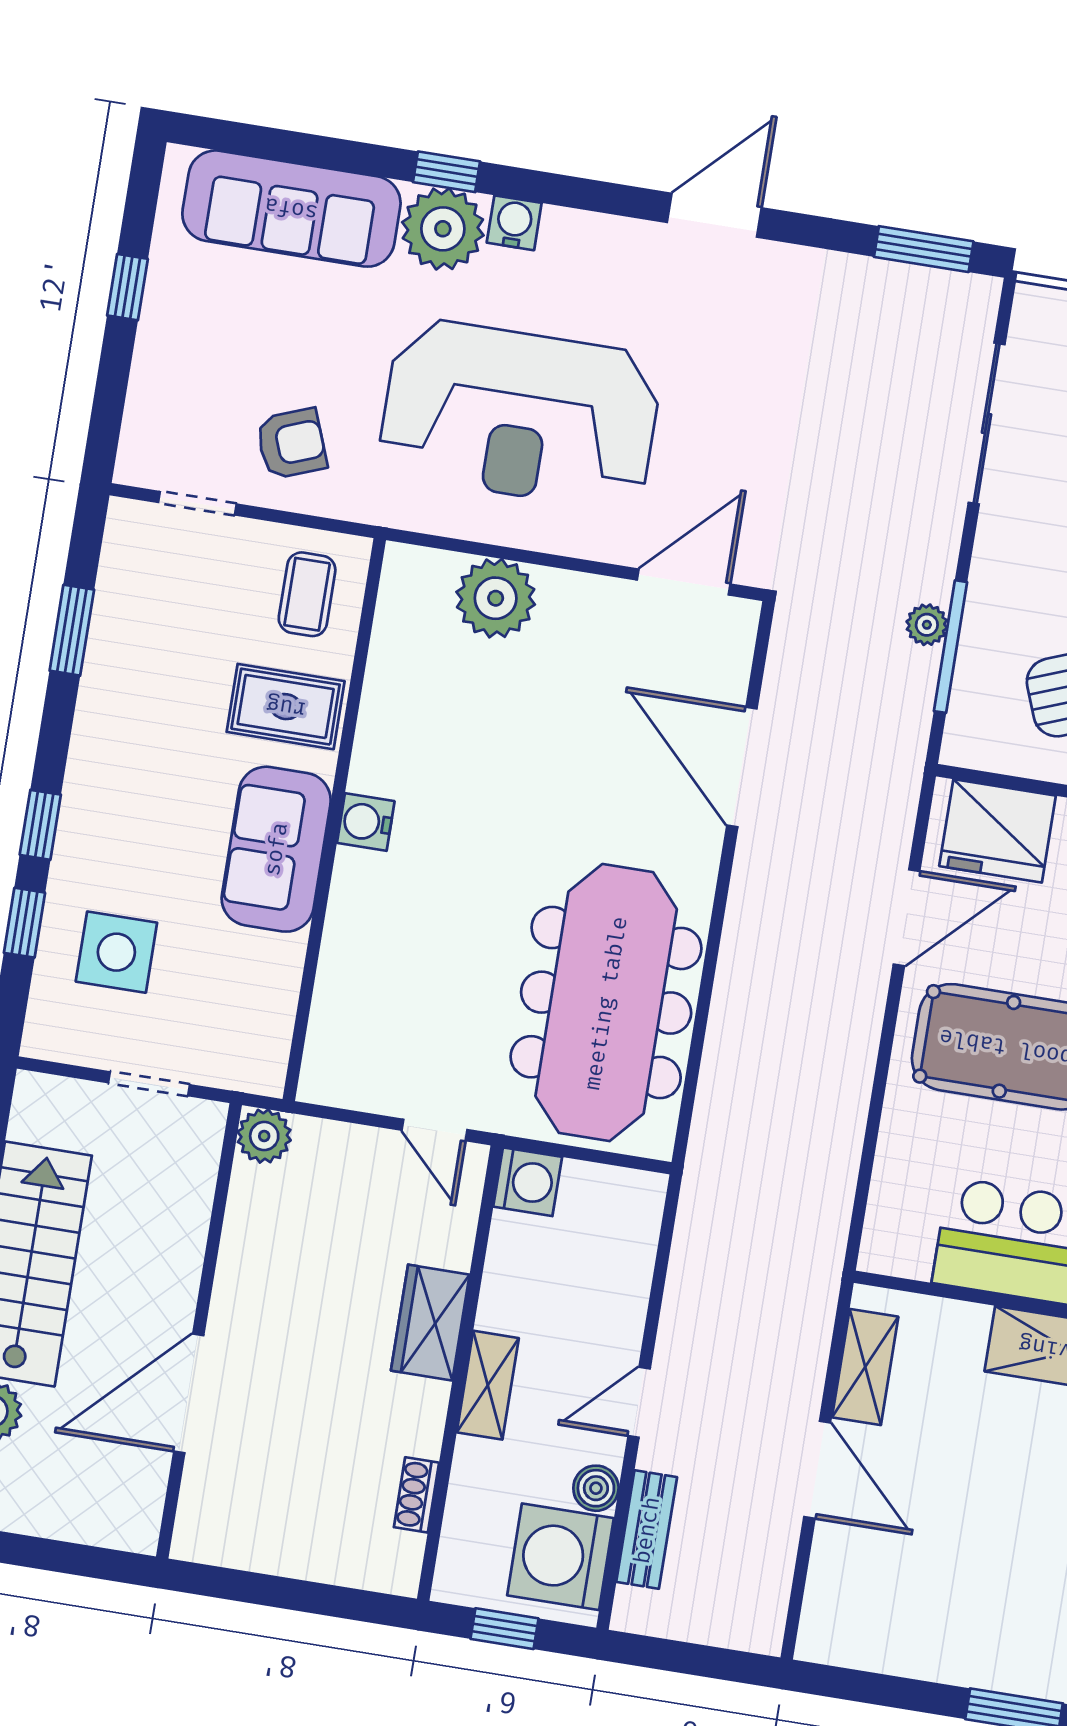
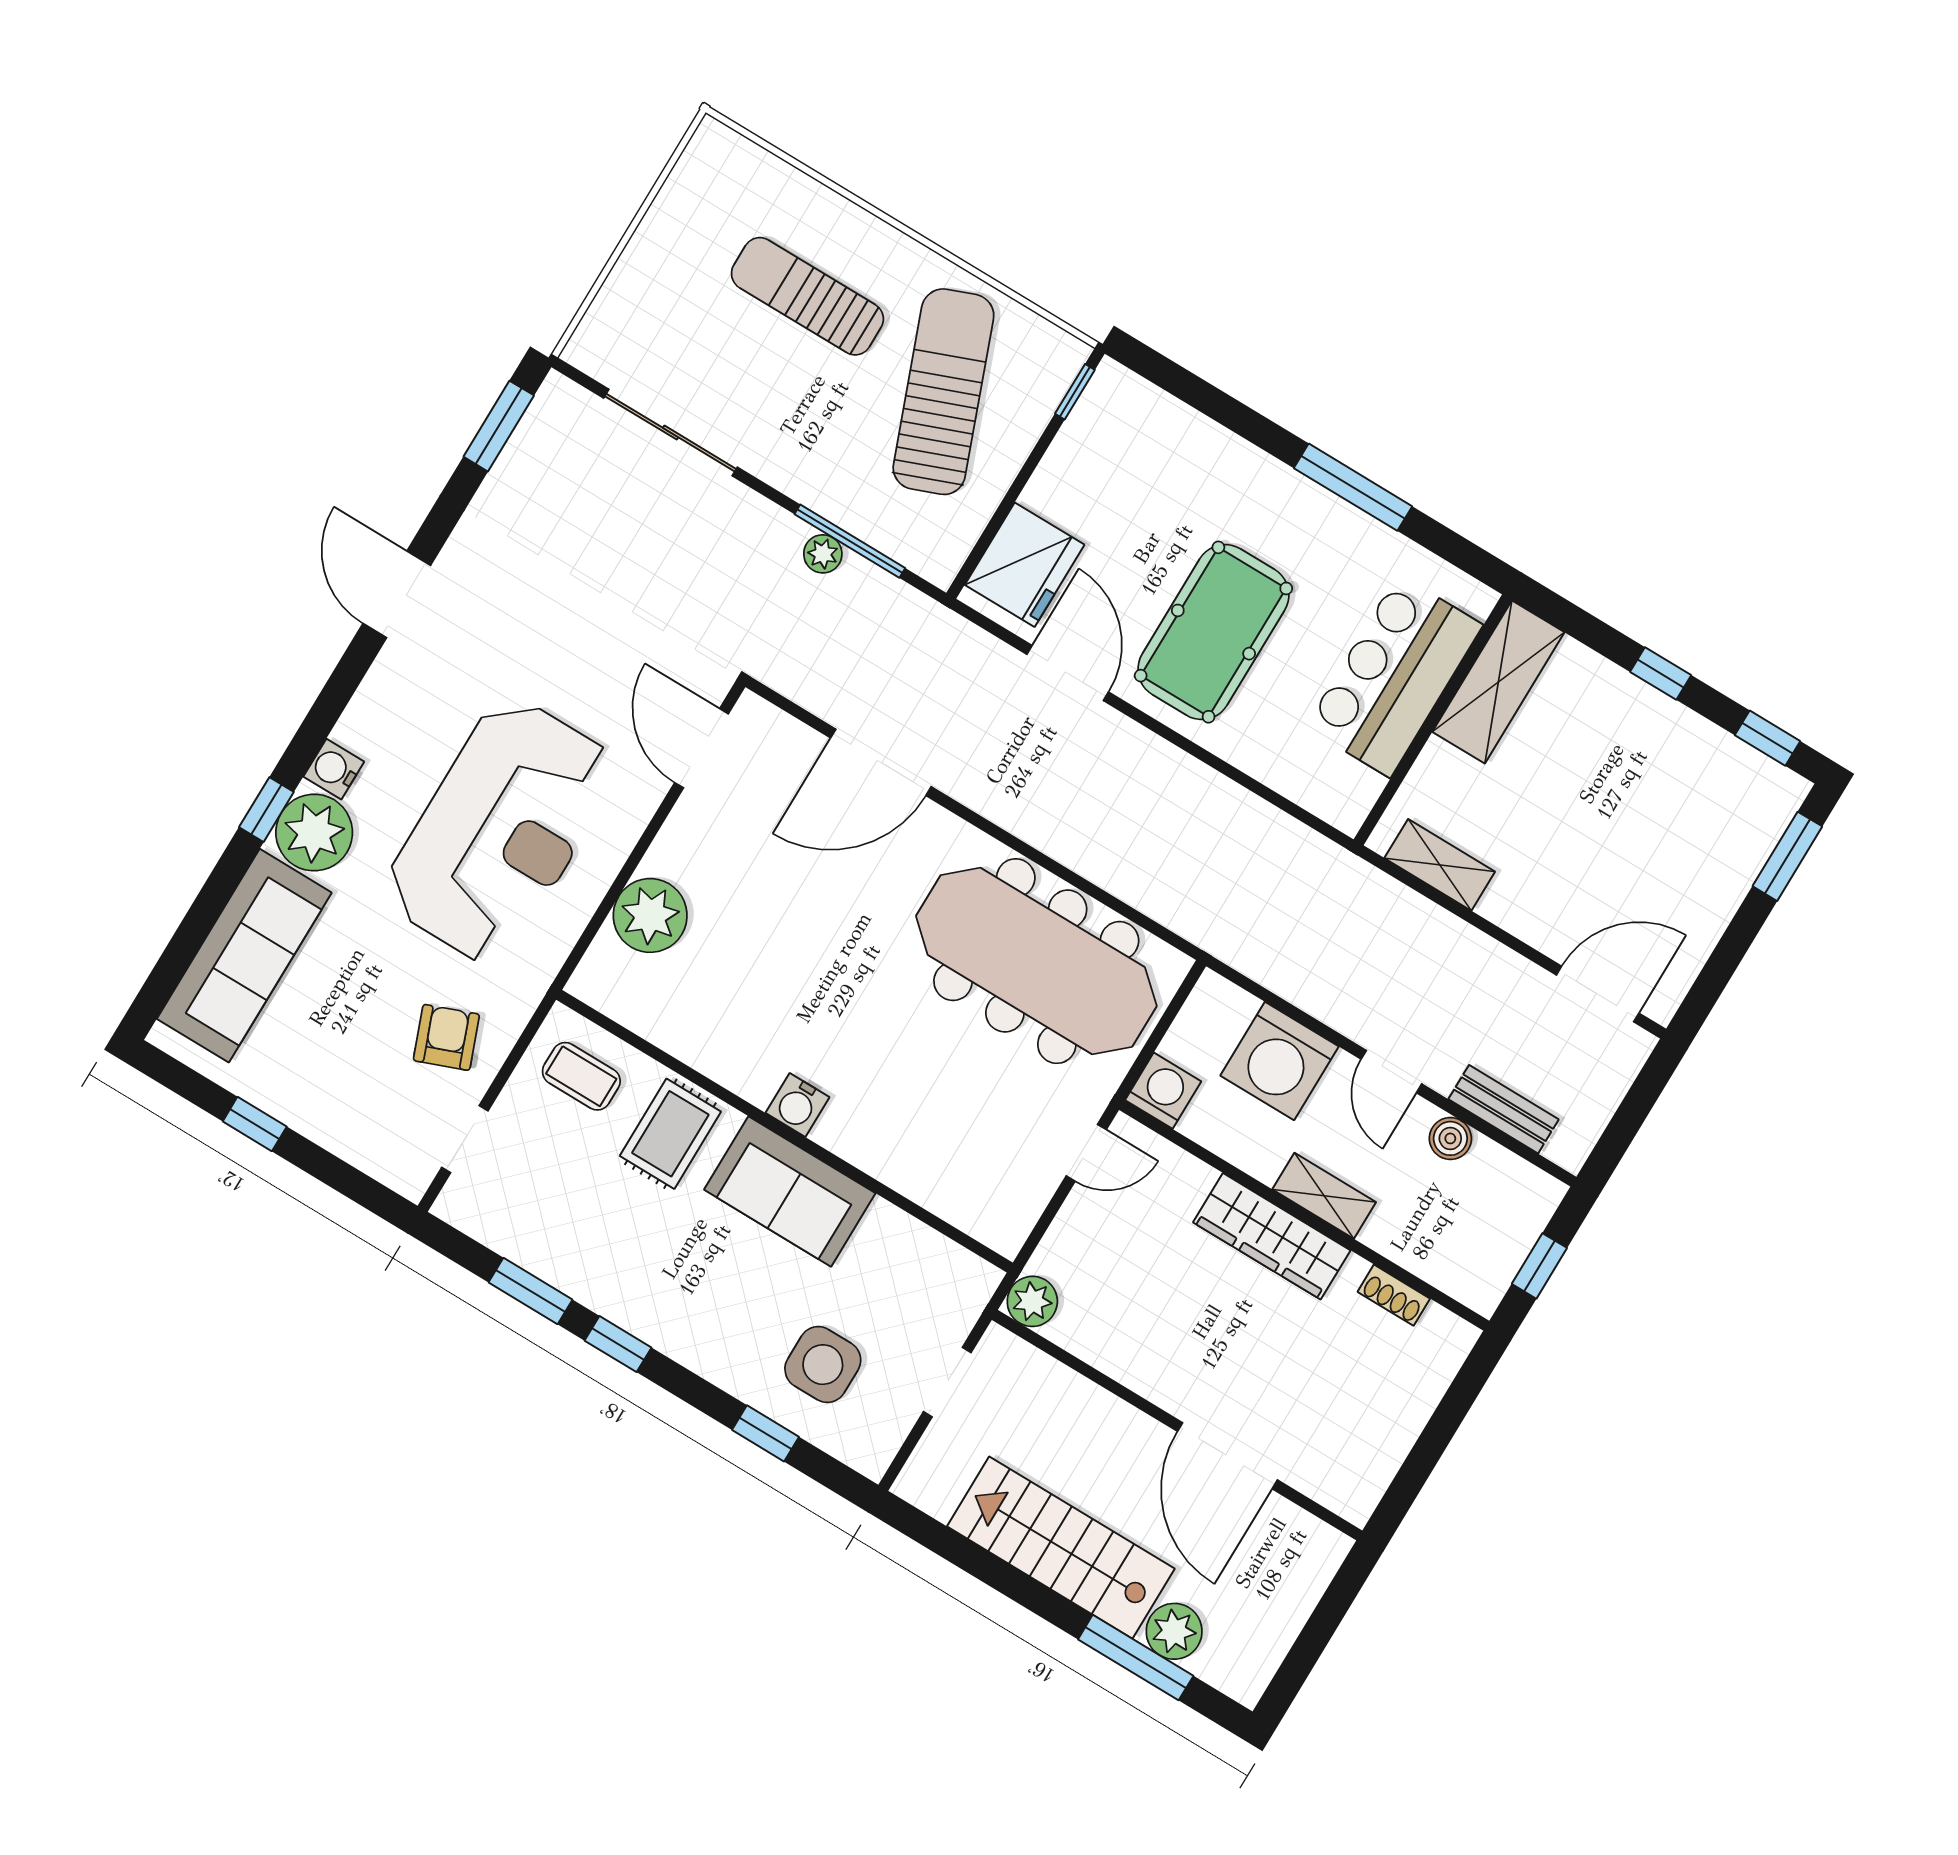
window: (40, 825) -> (618, 1344), moved
wardrobe: (430, 1323) -> (1272, 1236), width x1.50
door: (817, 1470) -> (1598, 994), moved
washing machine: (561, 1557) -> (1280, 1061), moved

